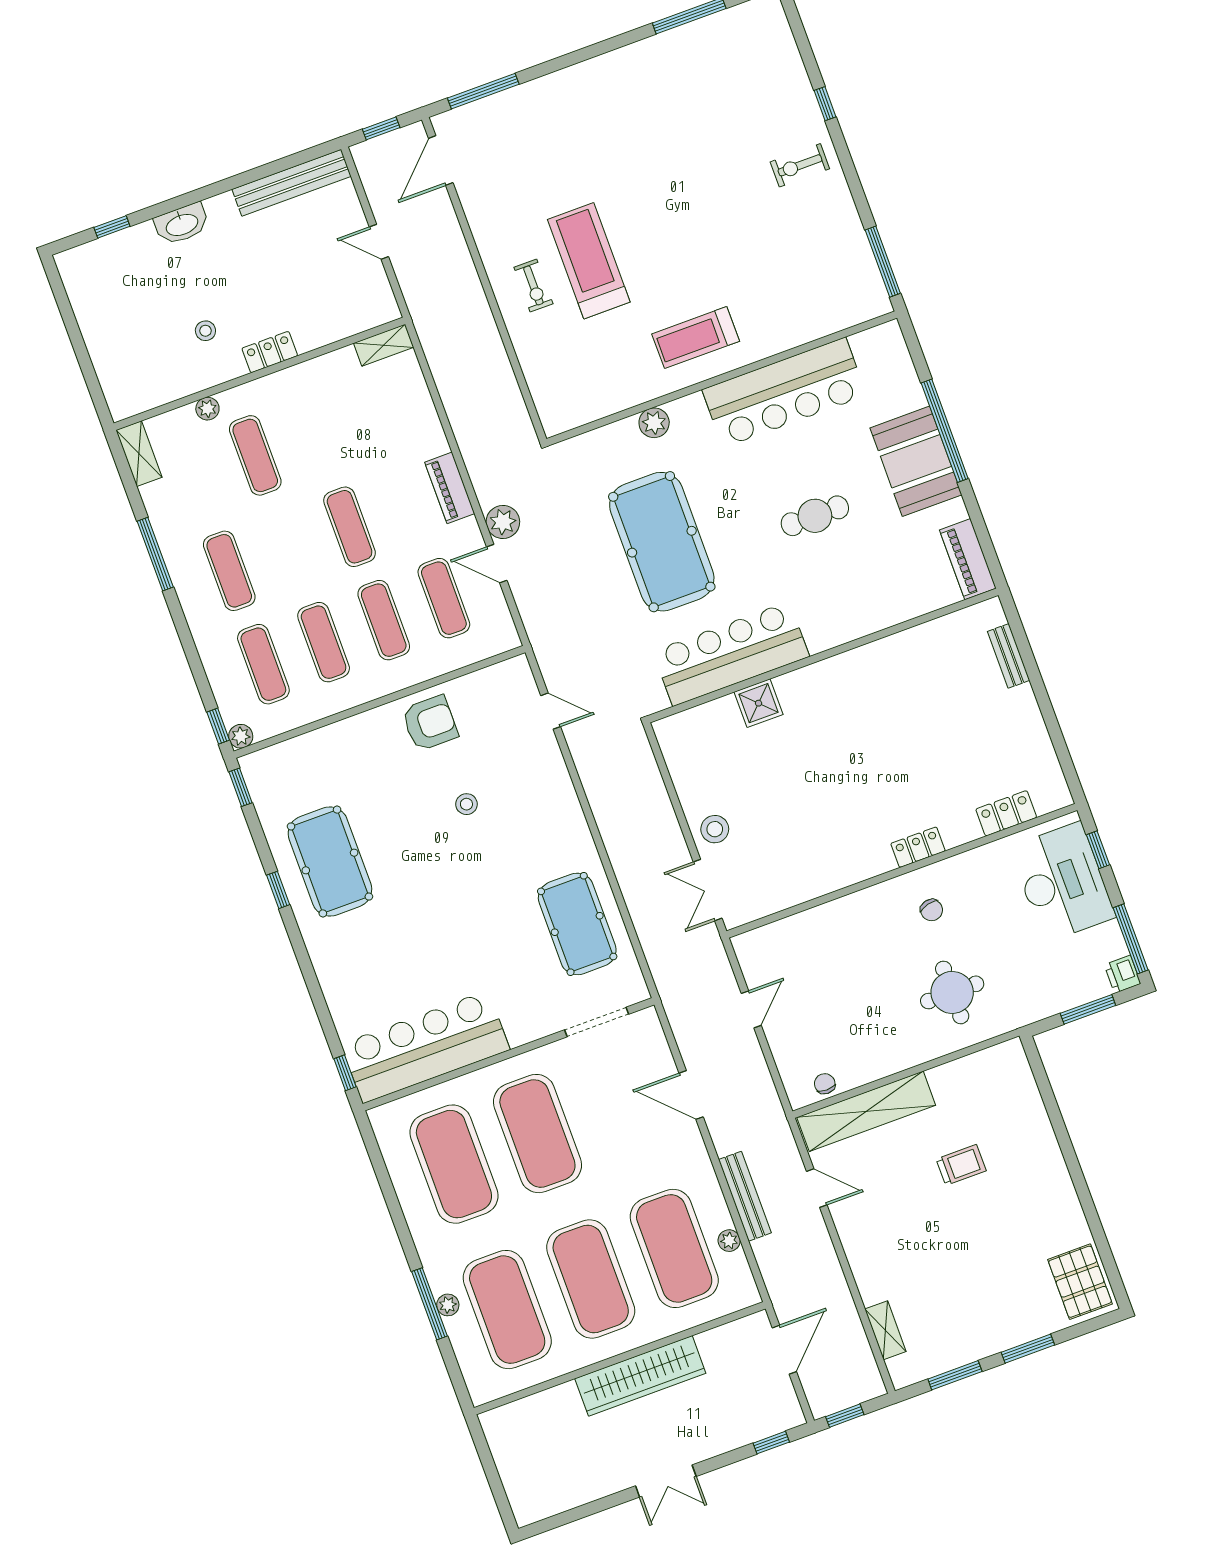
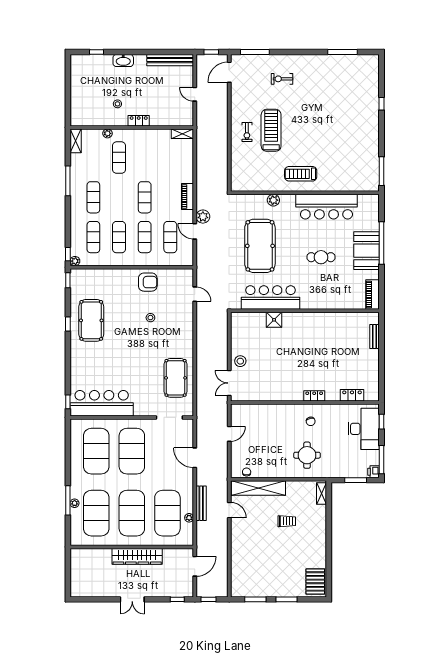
exercise bike: (800, 165) -> (282, 79), moved
shelving: (885, 1330) -> (322, 493), moved

